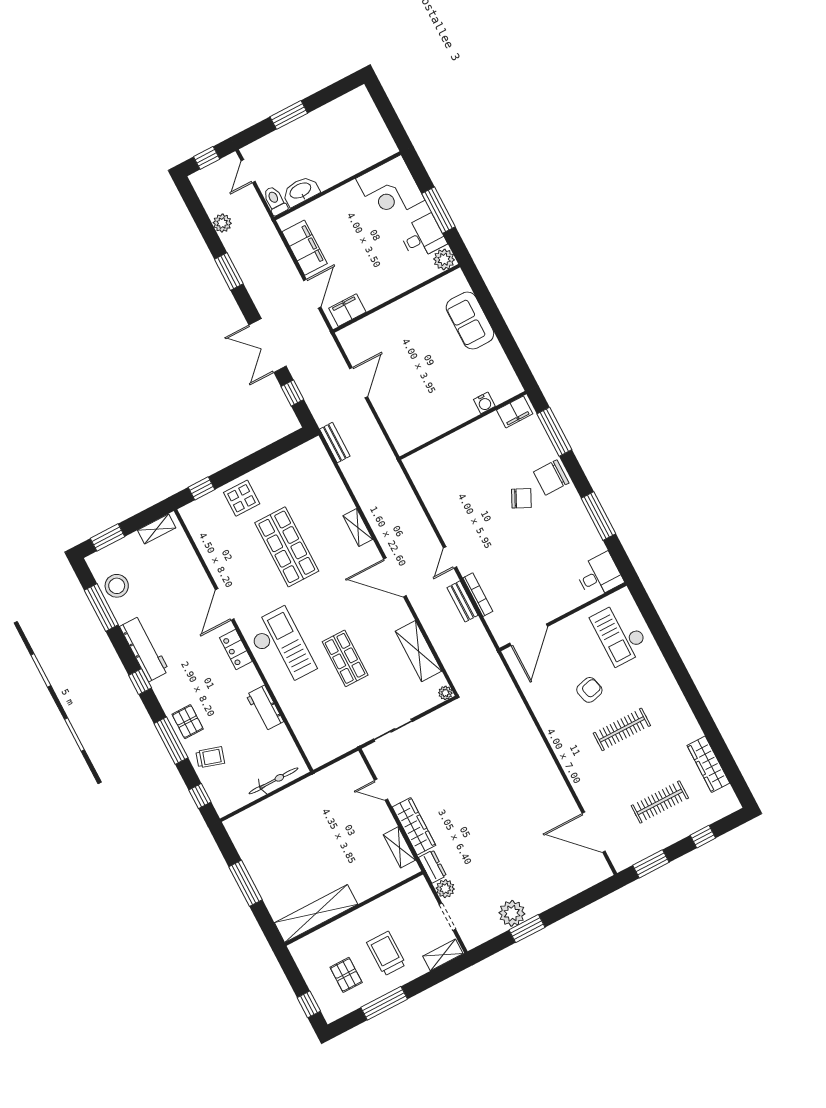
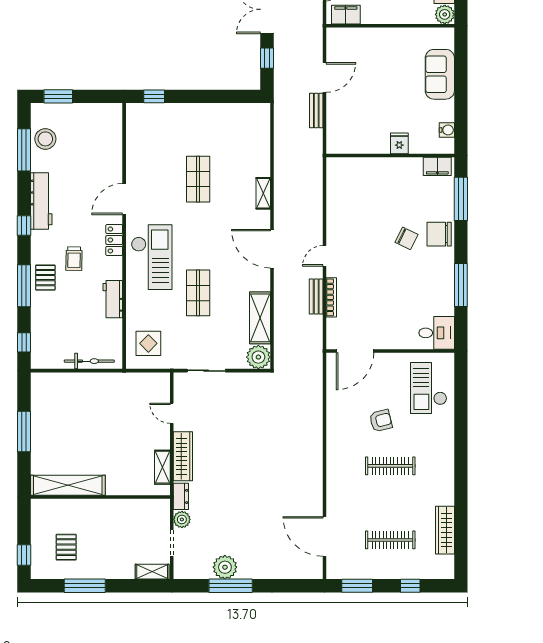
water cooler: (484, 403) -> (447, 130), moved, turned -90
fridge: (466, 409) -> (399, 143), added
bench: (335, 443) -> (316, 111), moved
display table: (242, 498) -> (148, 343), moved
shelving: (157, 529) -> (101, 110), removed
shop shelf: (287, 547) -> (198, 179), width x0.70, depth x0.74
plant: (445, 693) -> (258, 357), width x1.87, depth x1.87
trolley: (210, 757) -> (74, 259), moved, turned 74
window: (527, 929) -> (231, 586), width x1.44
trolley: (386, 954) -> (107, 547), removed

